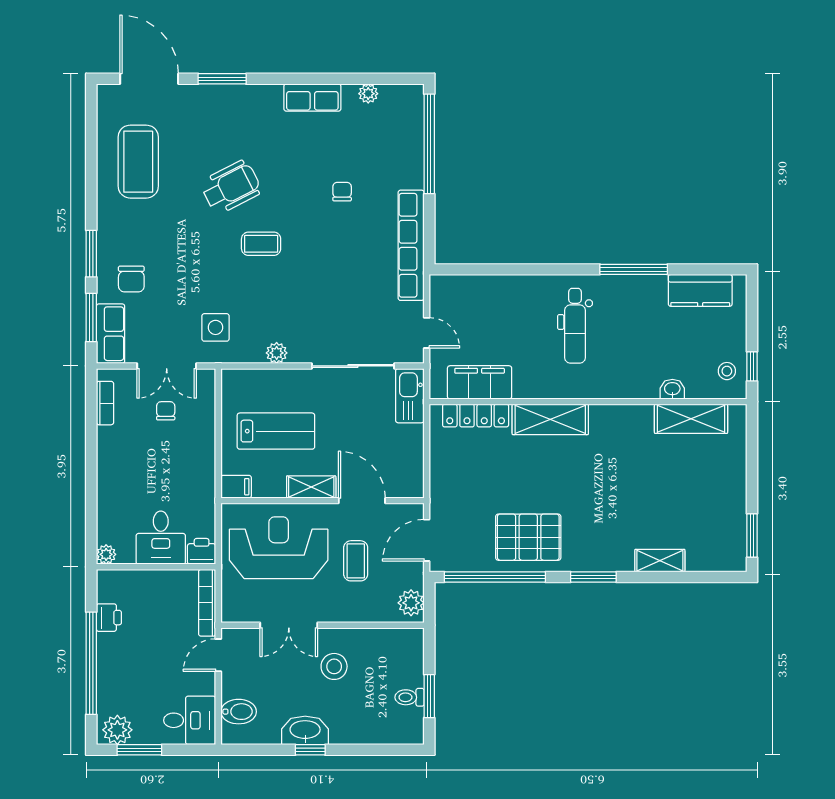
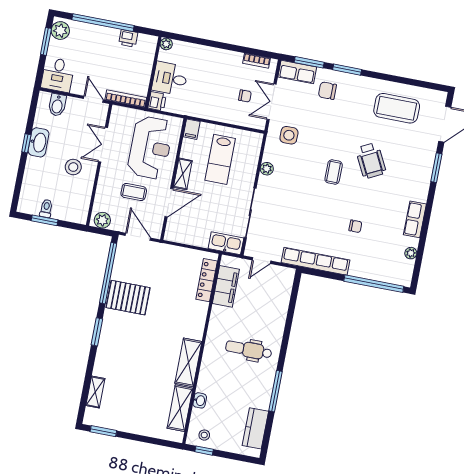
shelving: (550, 419) -> (188, 362), moved
pallet: (528, 537) -> (128, 298), turned 90
shelving: (660, 561) -> (95, 392), moved

